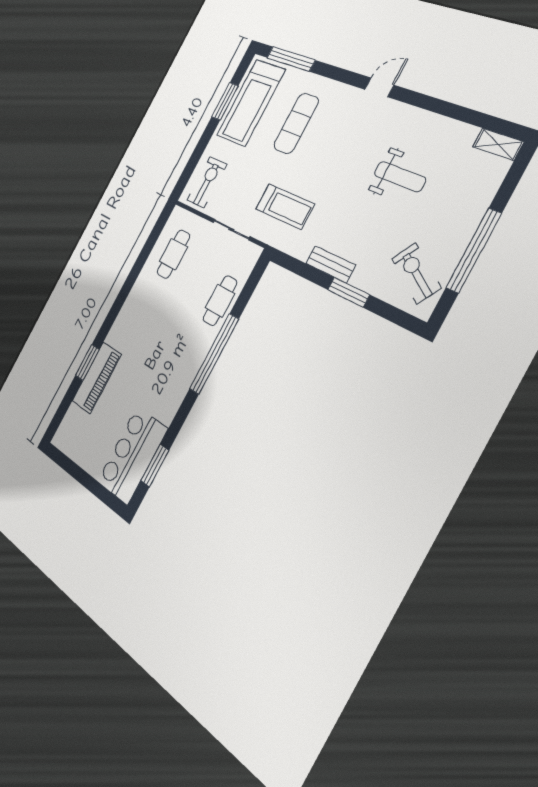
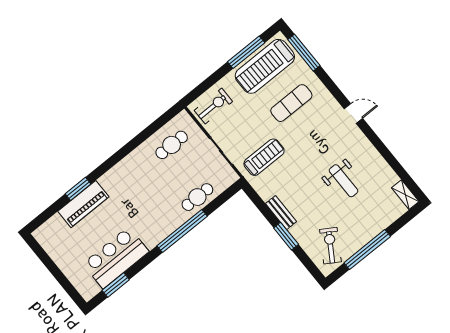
window: (225, 101) -> (246, 52), width x1.44
treadmill: (285, 207) -> (264, 157), turned -90
bar counter: (132, 455) -> (116, 258), moved

